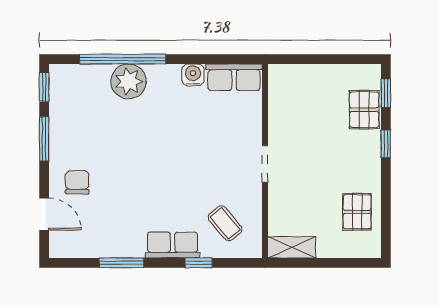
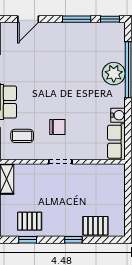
window: (386, 93) -> (28, 240), moved
chair: (77, 182) -> (57, 127), moved
coffee table: (225, 223) -> (22, 136), turned 40

